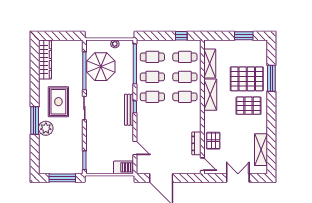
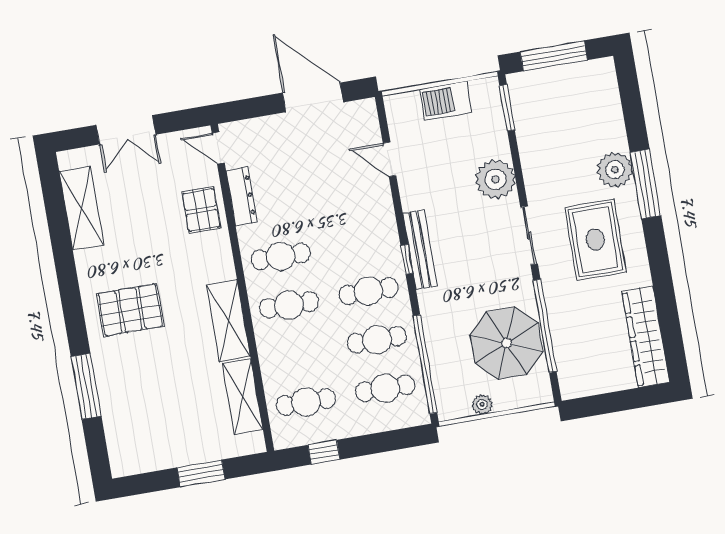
window: (244, 36) -> (201, 473), moved
cafe table: (185, 77) -> (281, 256), moved
pallet: (247, 79) -> (146, 375), removed
plant: (94, 133) -> (496, 179), added
barbecue: (124, 167) -> (446, 101), moved

